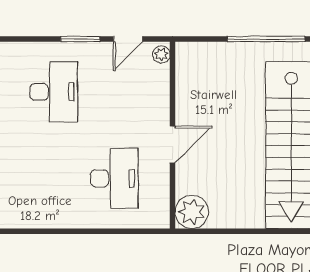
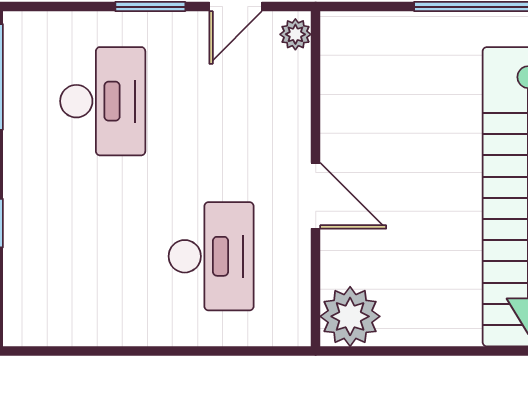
door: (173, 145) -> (316, 196), hinge flipped

